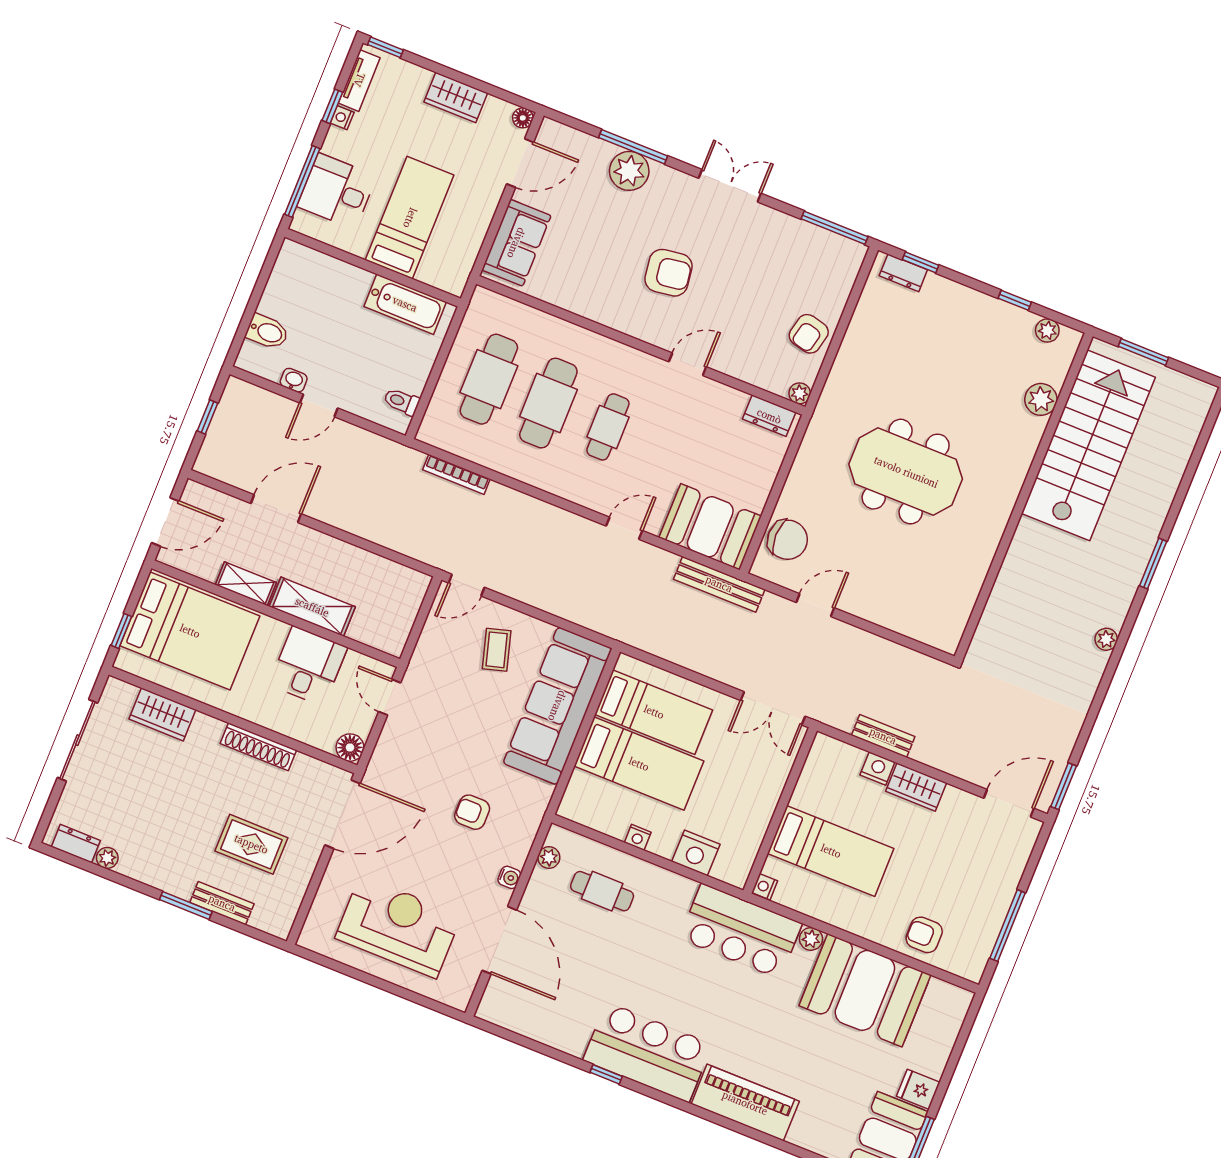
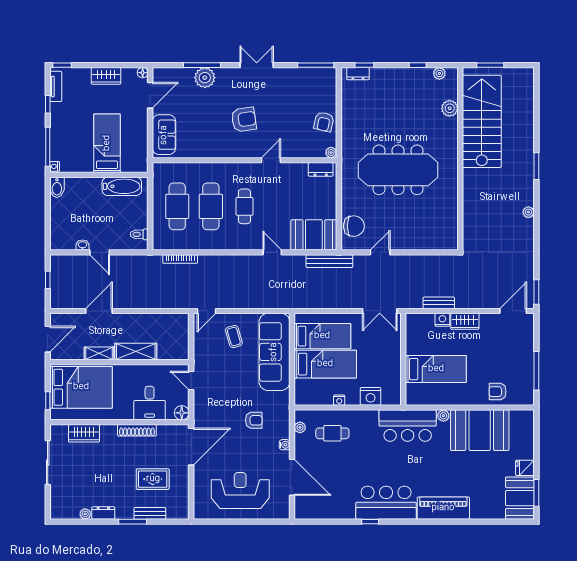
nightstand: (342, 118) -> (55, 166), moved
desk: (337, 191) -> (67, 145), removed
bidet: (267, 332) -> (57, 187), moved, turned 90
door: (319, 405) -> (100, 252), hinge flipped
meeting table: (906, 472) -> (398, 170), width x1.36
door: (624, 528) -> (272, 252), hinge flipped
desk: (308, 666) -> (150, 403), moved, turned 180
armchair: (472, 812) -> (254, 420), turned 180
dresser: (76, 844) -> (103, 513), moved
nightstand: (765, 887) -> (411, 399), removed

